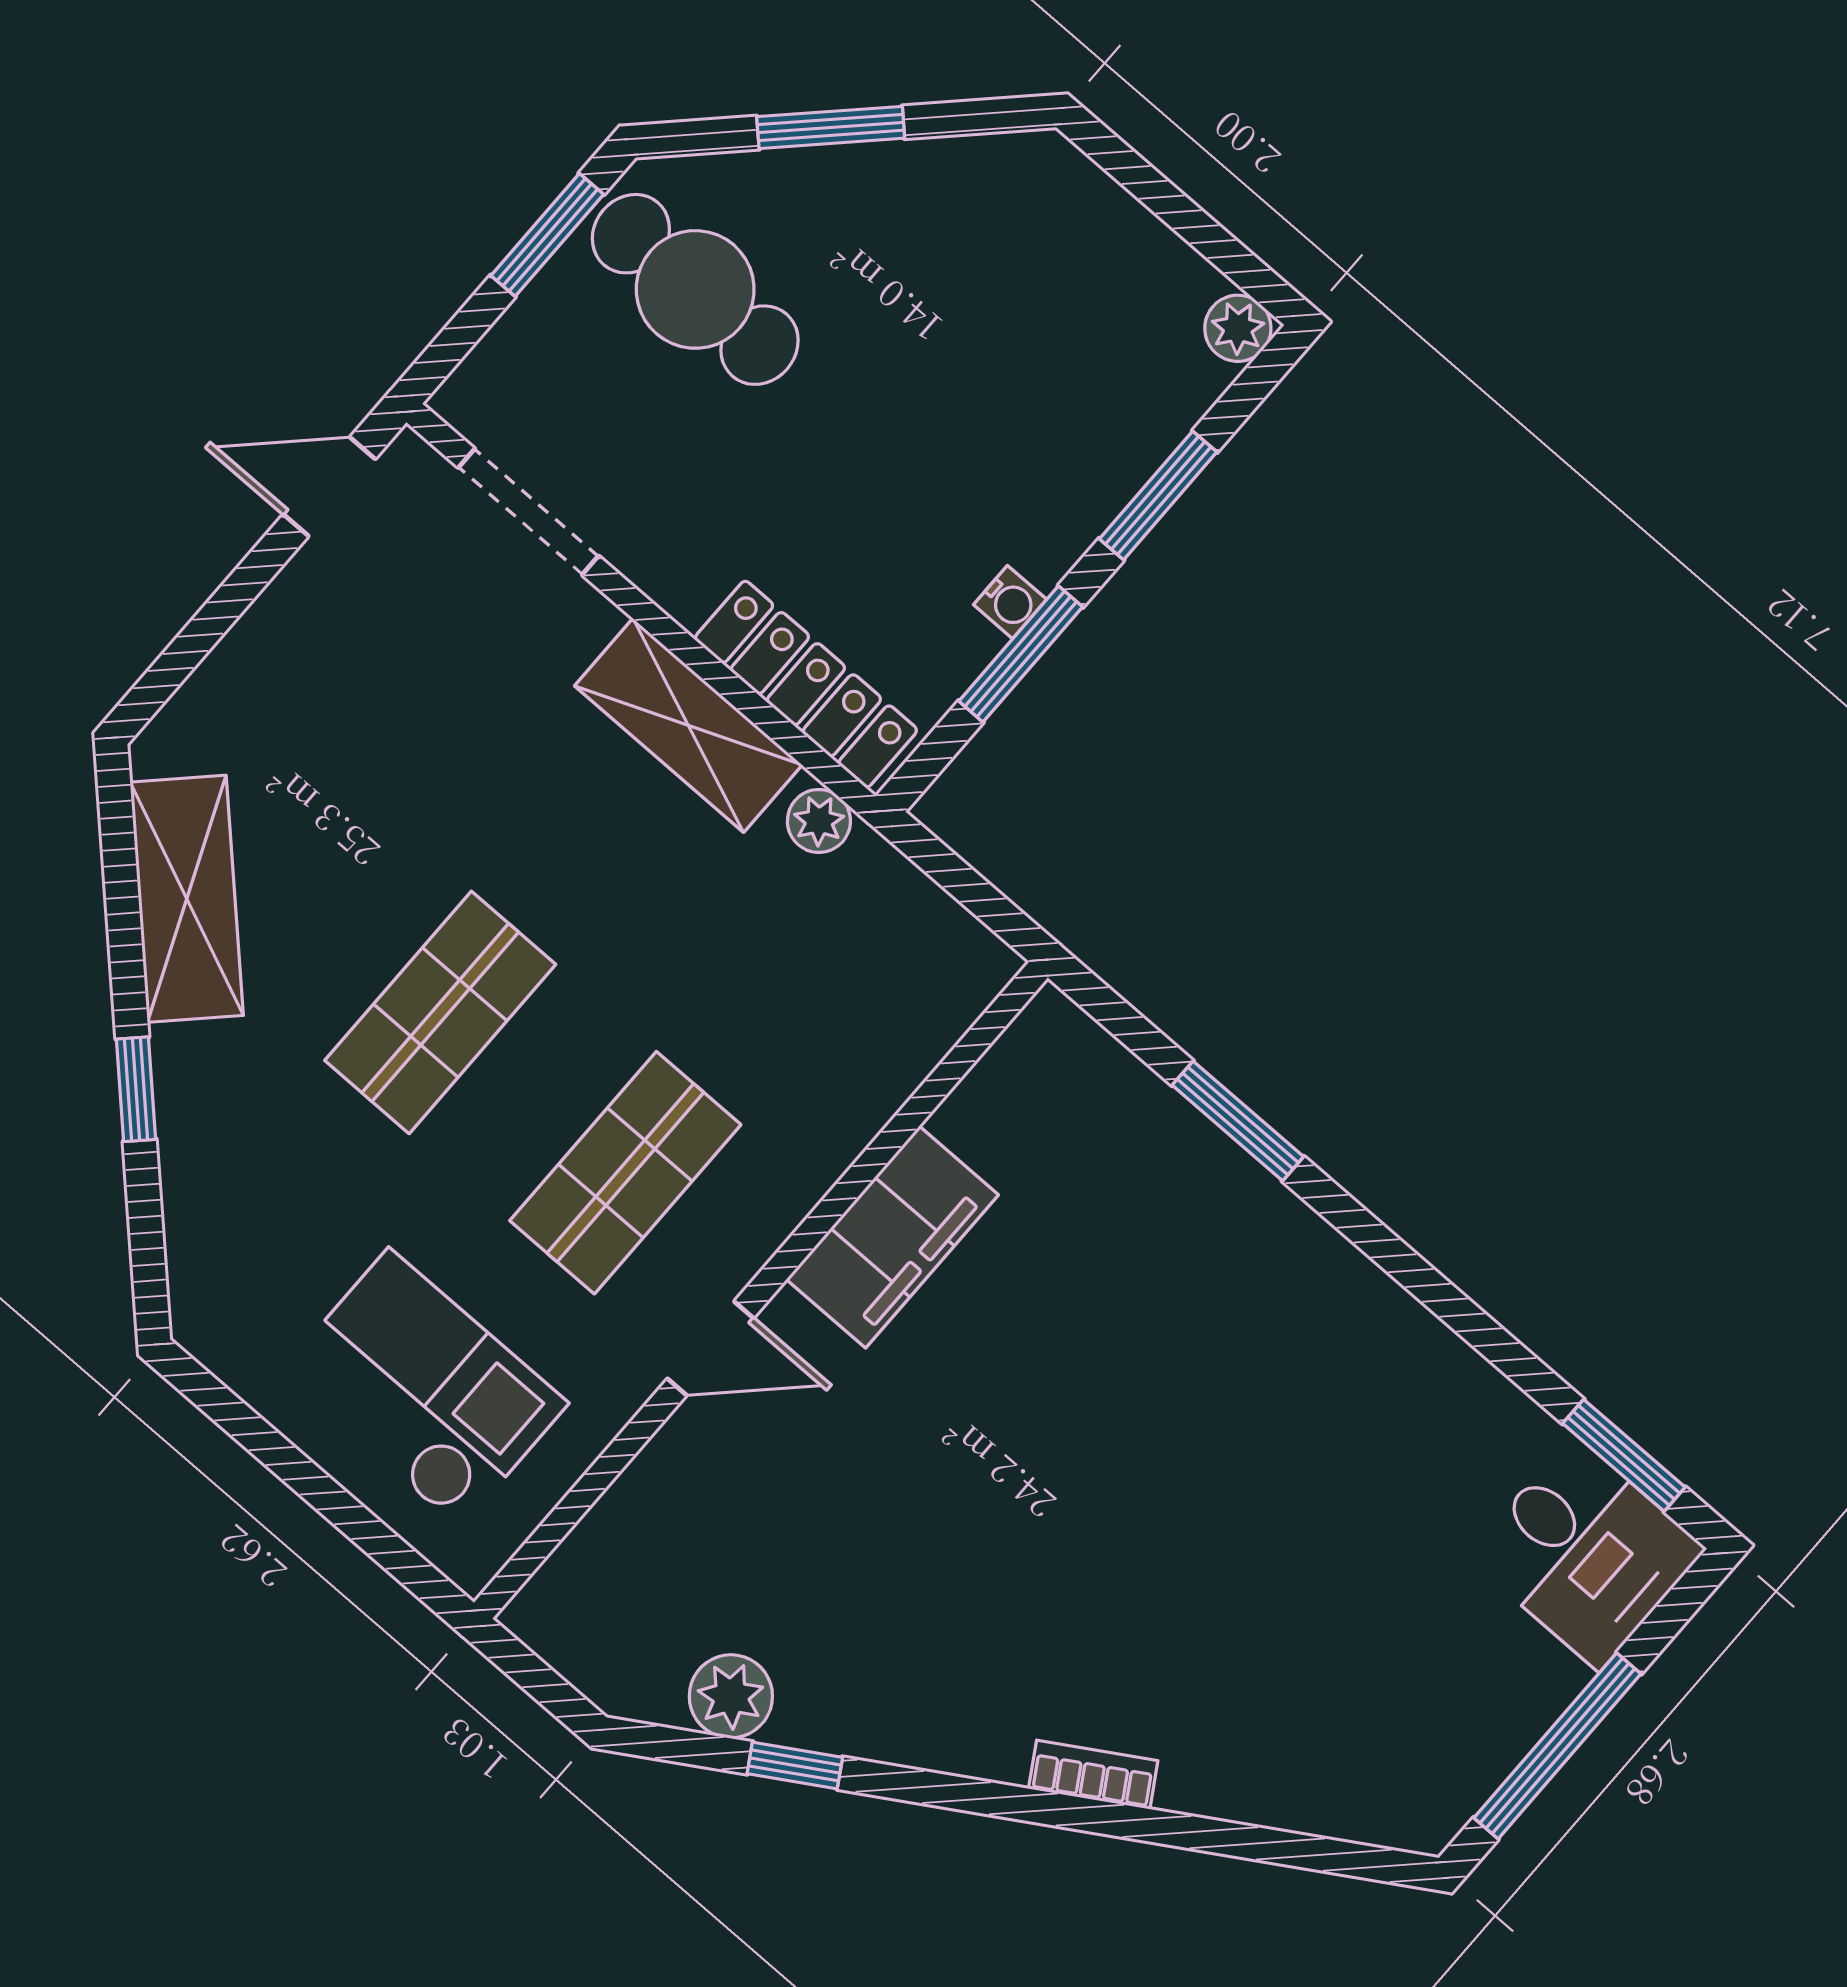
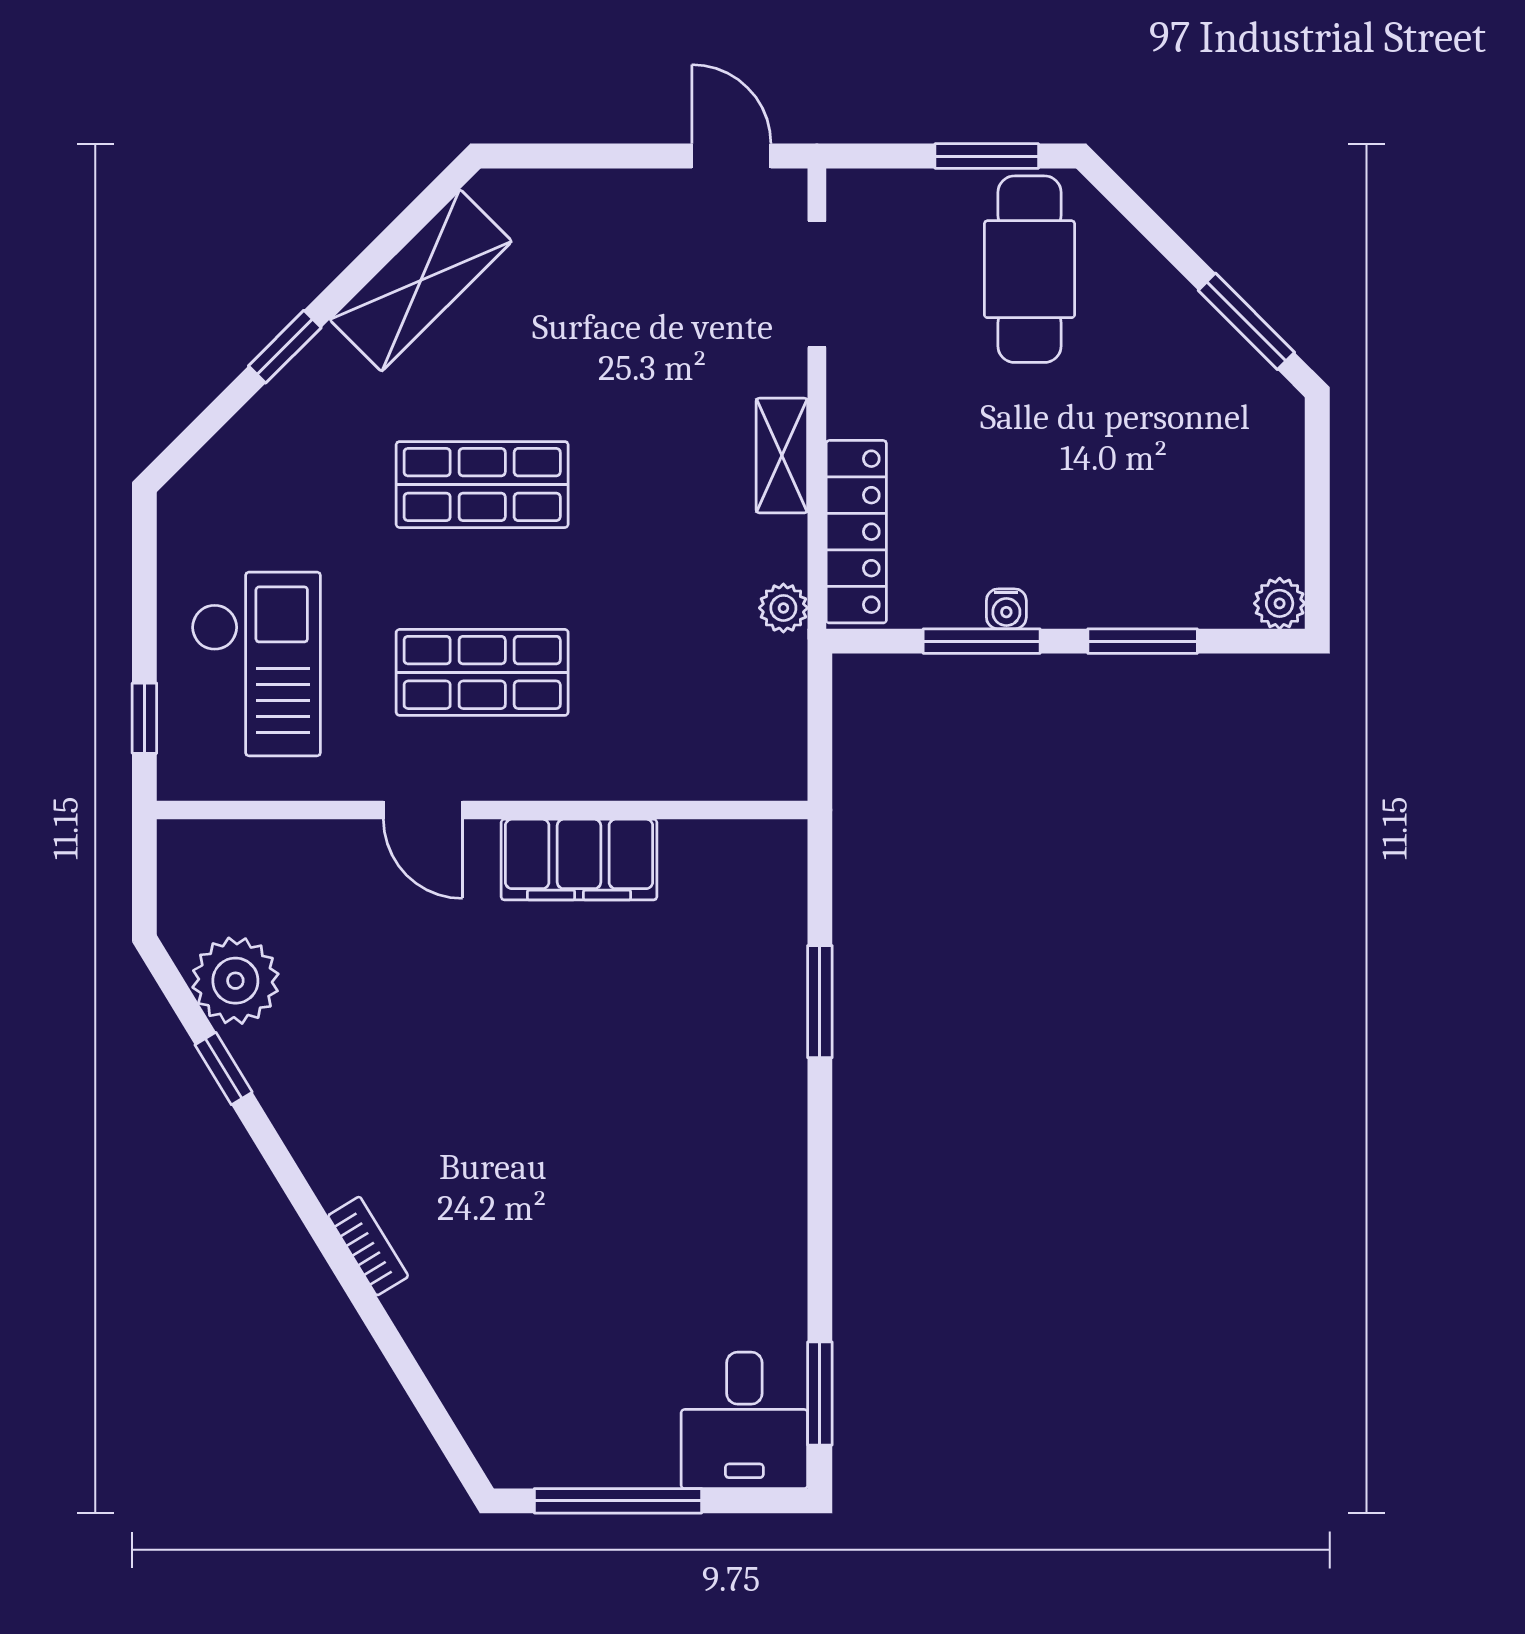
window: (831, 127) -> (1246, 321), moved
shelving: (688, 725) -> (782, 456), width x0.67, depth x0.75
window: (382, 1545) -> (144, 718), added
plant: (731, 1696) -> (235, 981), width x1.36, depth x1.36

